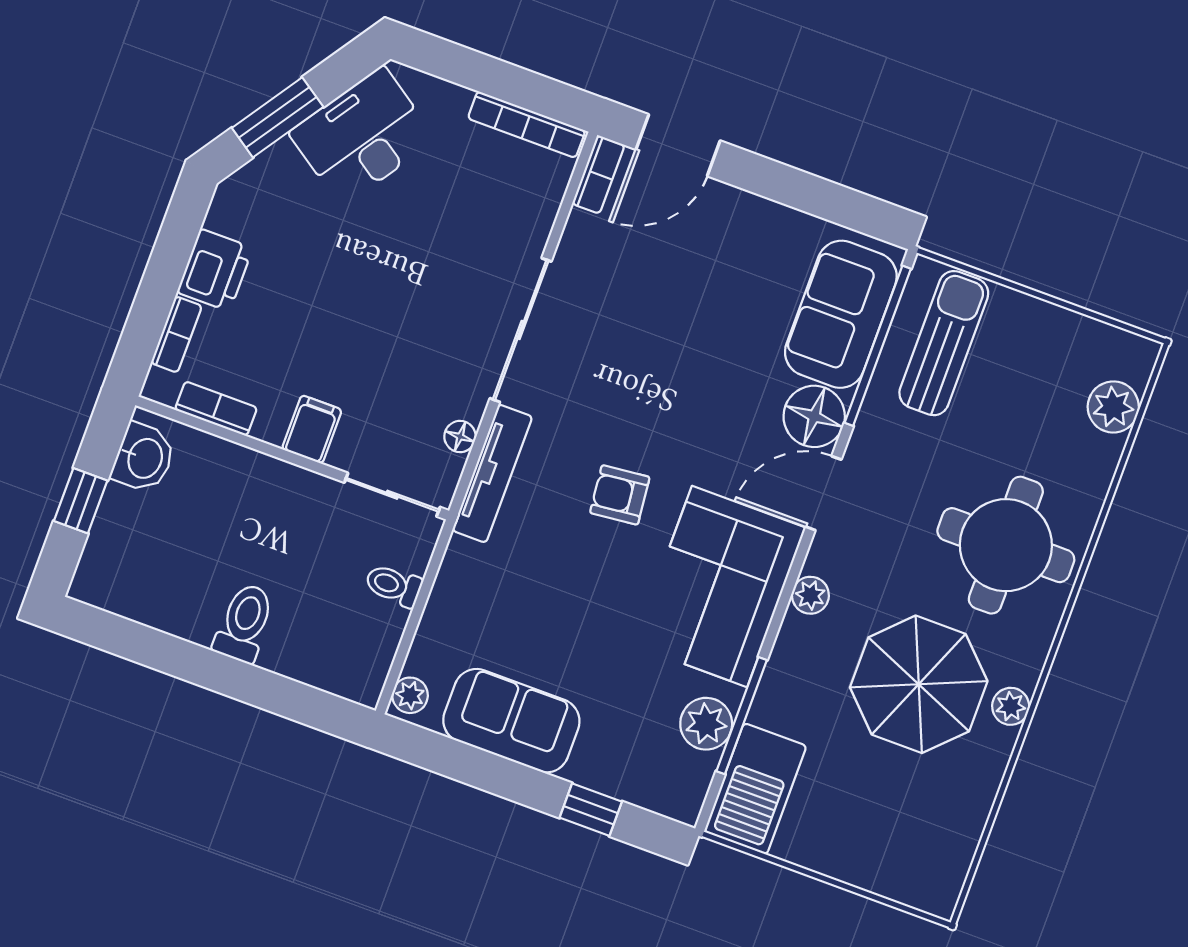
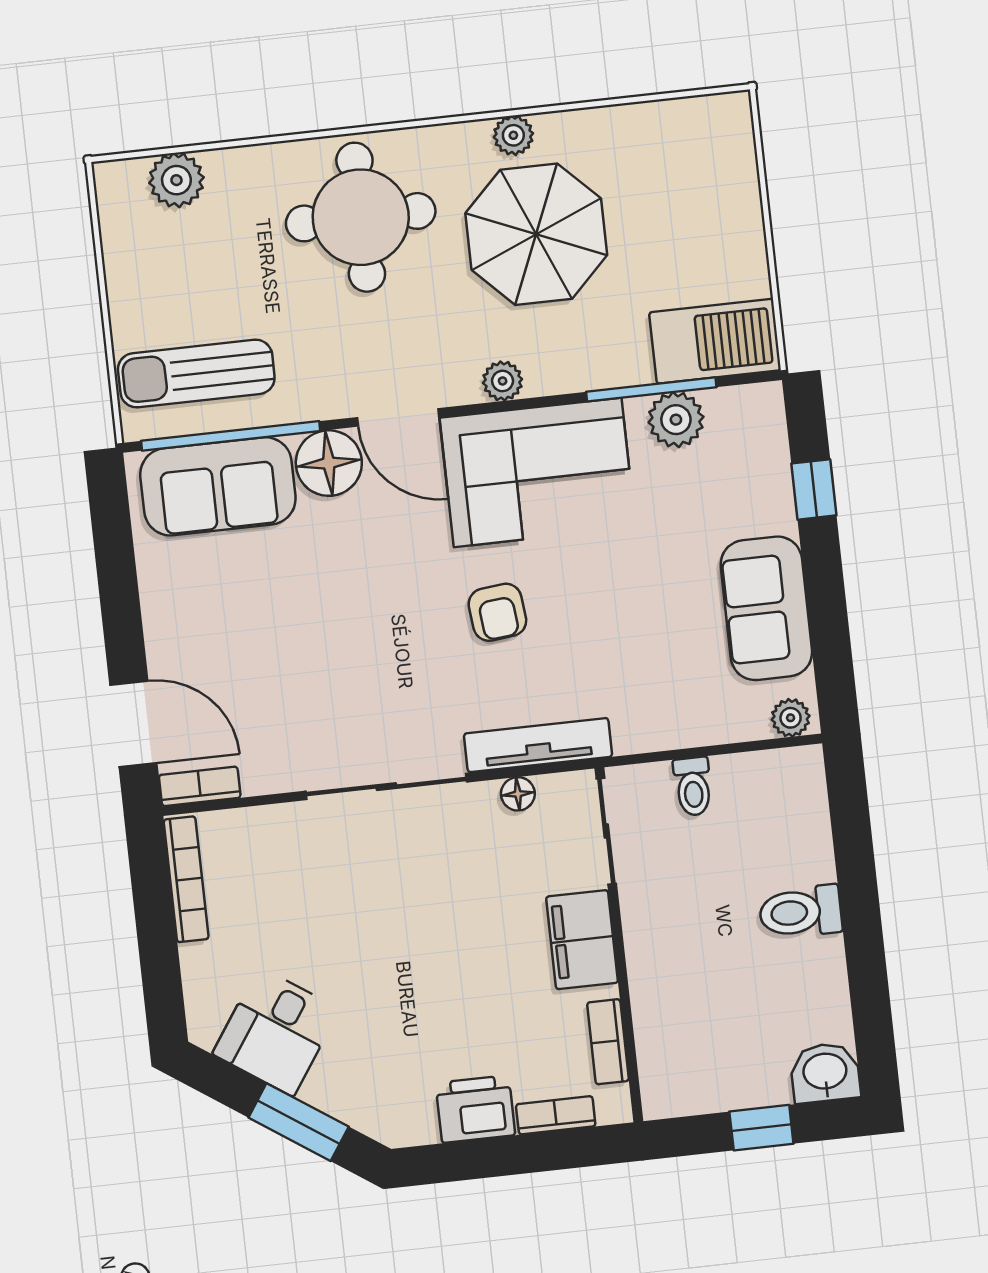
desk: (362, 136) -> (276, 1032), width x0.73
filing cabinet: (312, 429) -> (582, 940), width x2.00
washbasin: (144, 458) -> (825, 1073), moved

